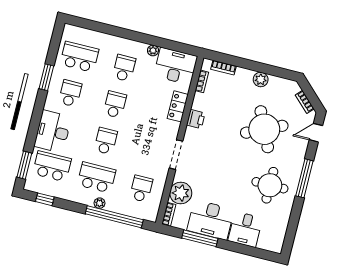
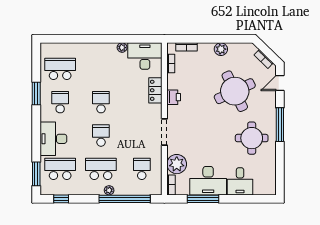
school desk: (124, 68) -> (101, 69), removed

